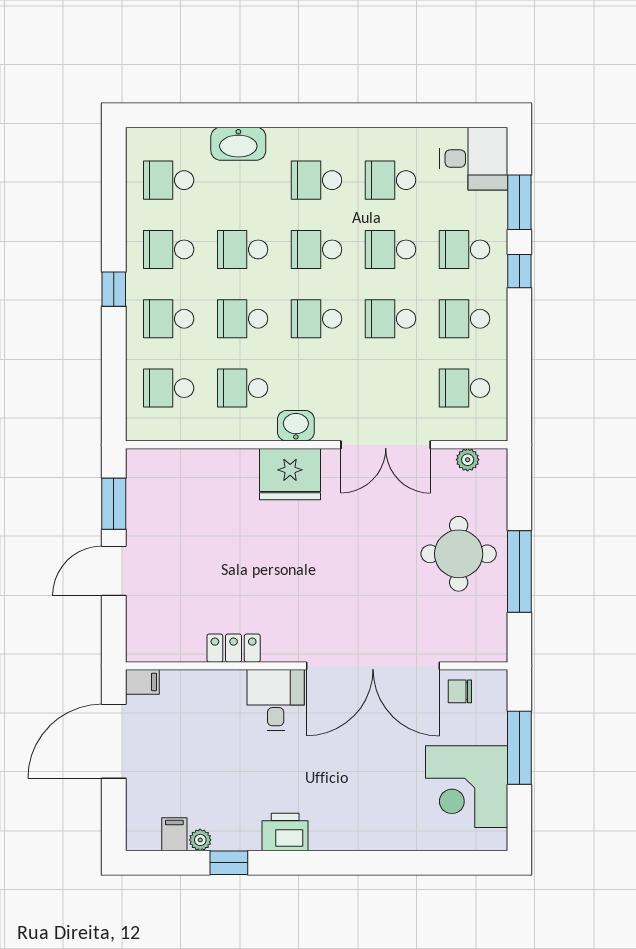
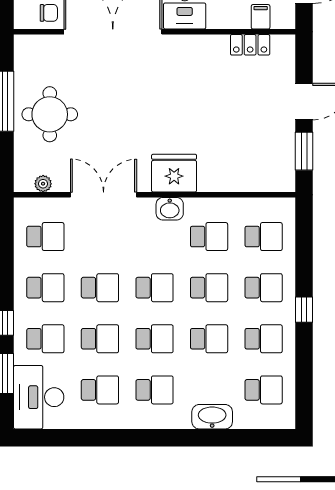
desk: (474, 159) -> (39, 397), width x1.37
locker: (234, 648) -> (250, 45), moved
filing cabinet: (142, 682) -> (261, 17), moved, turned 90

